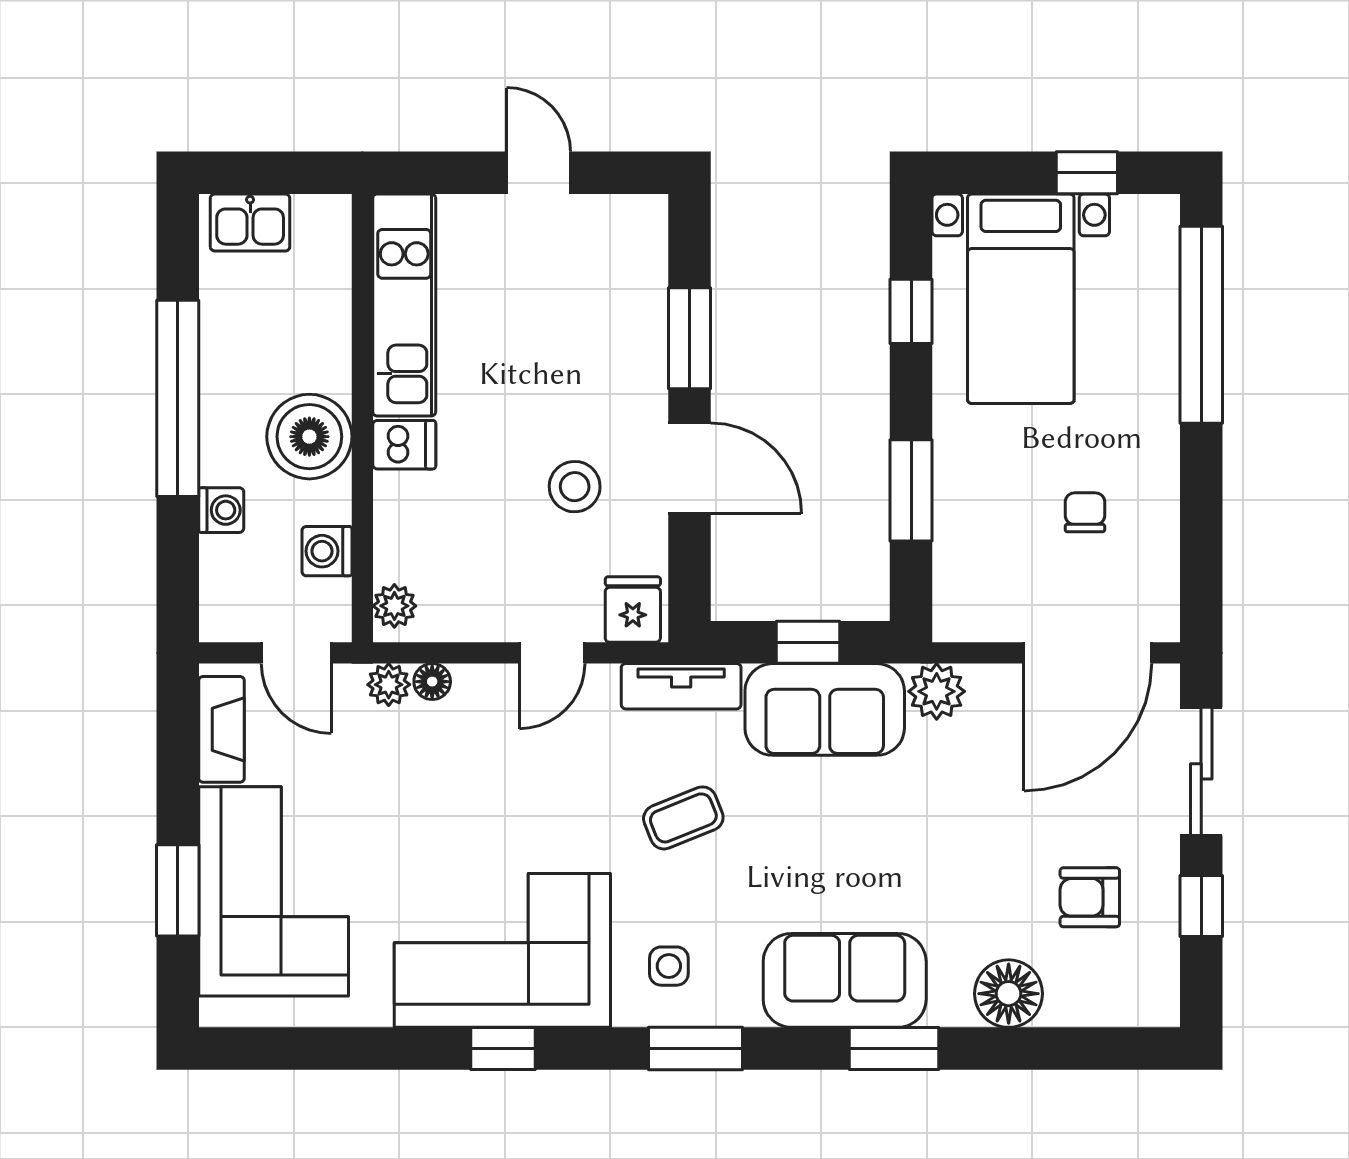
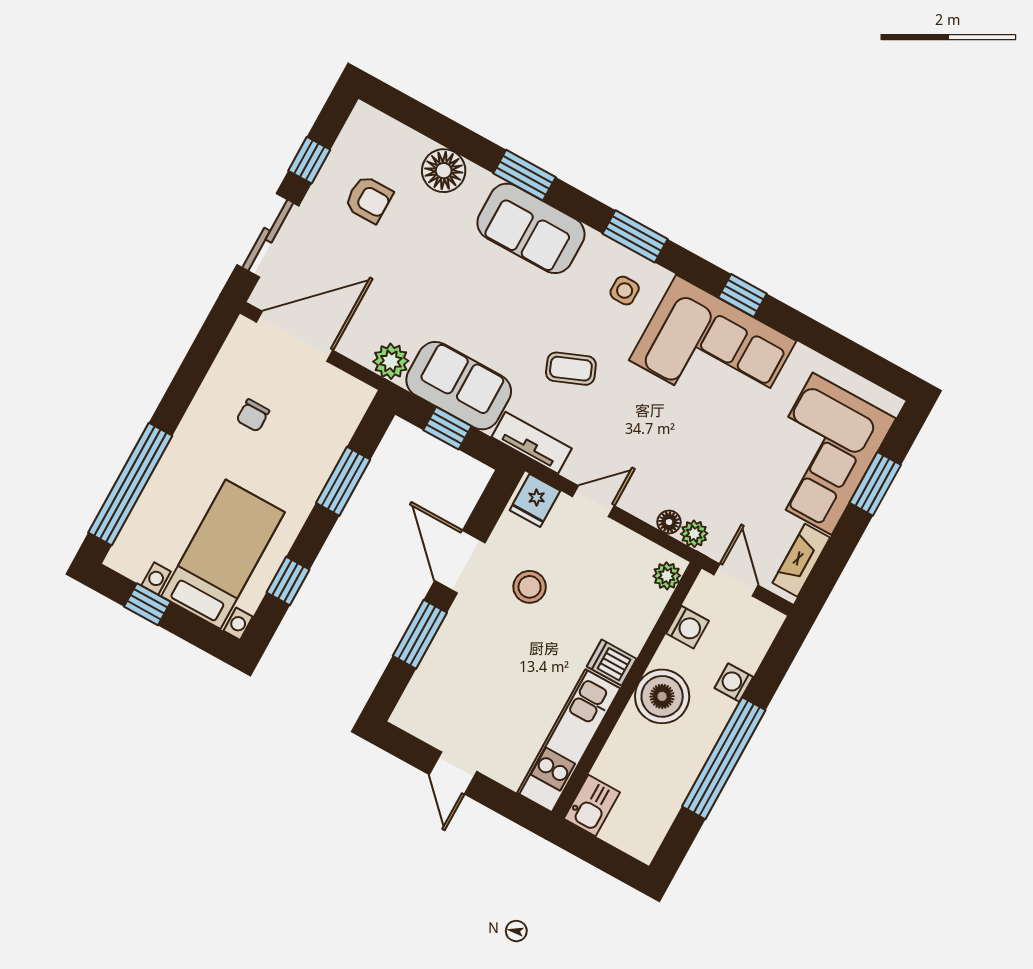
kitchen sink: (250, 223) -> (592, 805), moved, turned 90

